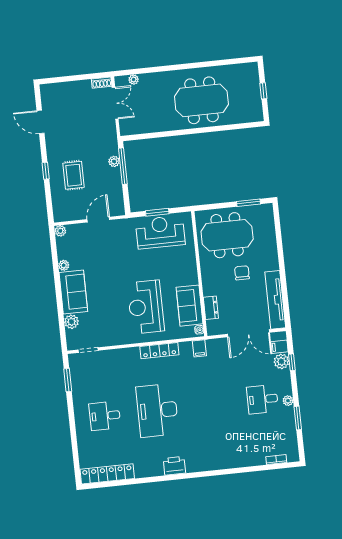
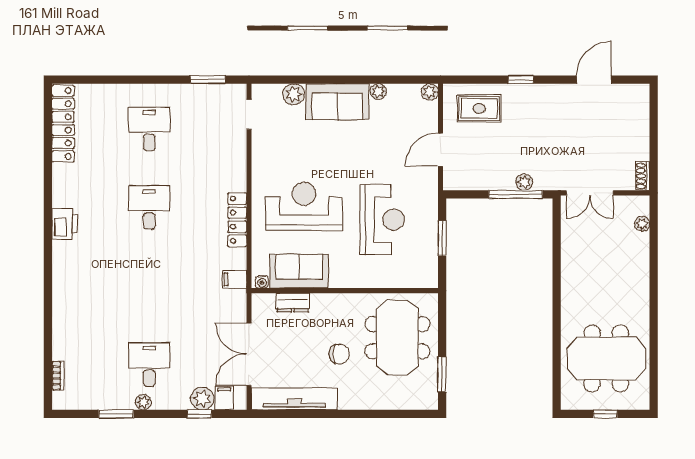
meeting table: (201, 100) -> (606, 358), moved, turned 90
double door: (115, 103) -> (590, 193), moved
rug: (74, 175) -> (479, 108), moved
door: (98, 220) -> (441, 150), swing flipped
reception desk: (160, 232) -> (382, 220), moved
desk: (157, 410) -> (149, 207), width x0.53, depth x0.77

